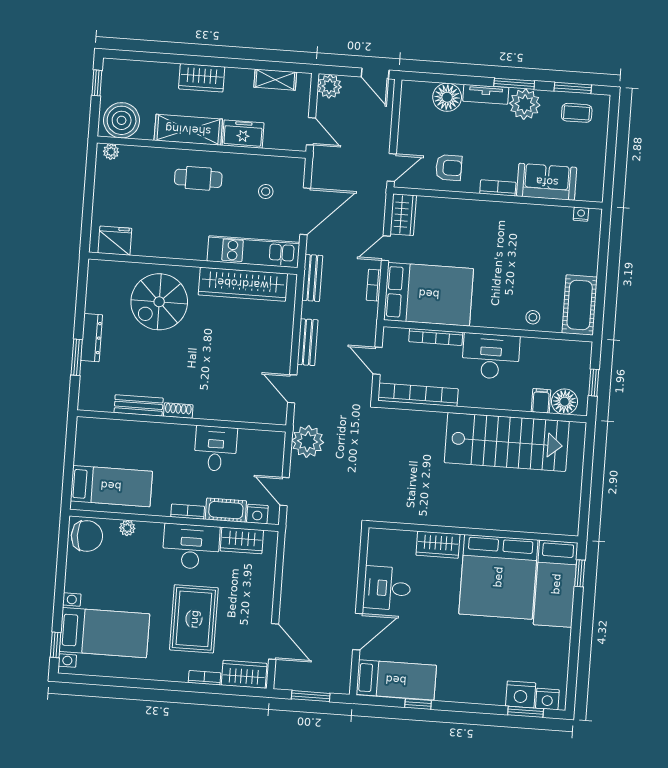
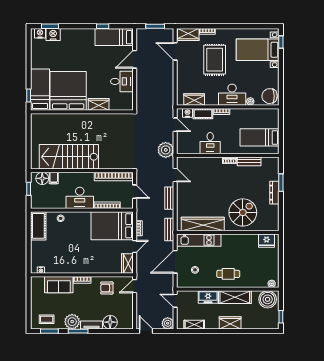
bed: (111, 486) -> (259, 137), moved
desk: (191, 547) -> (232, 95), moved

